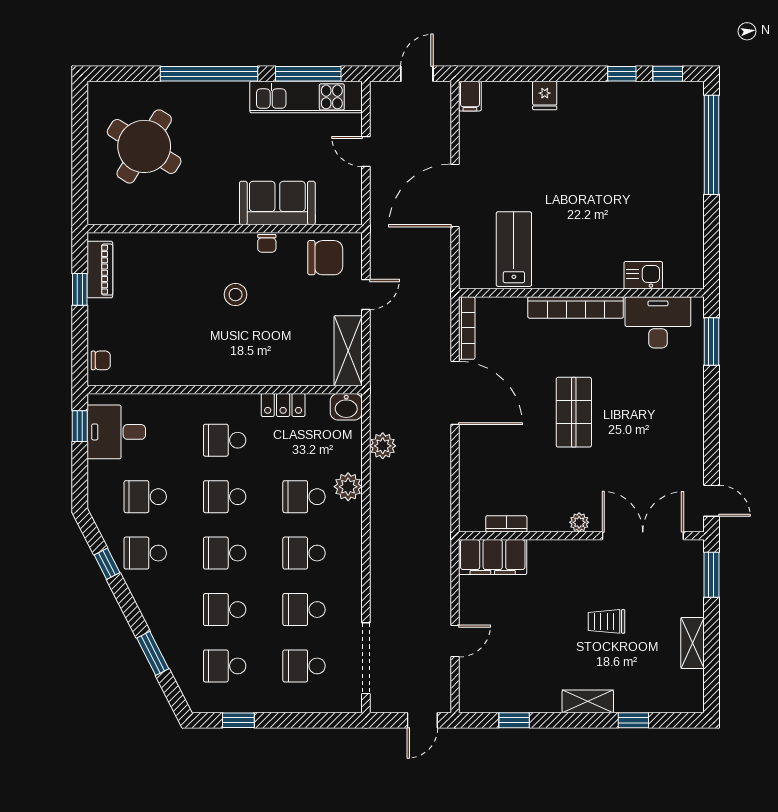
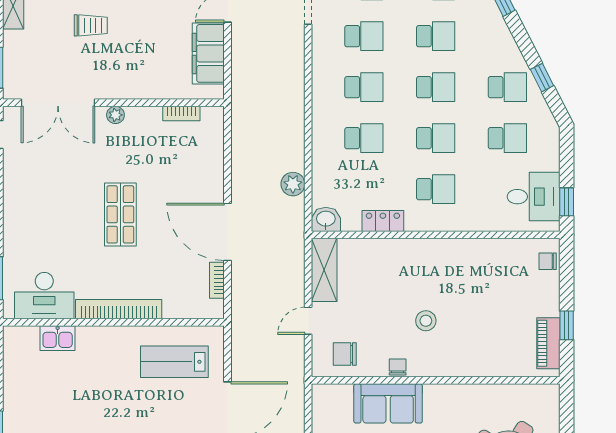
lab bench: (514, 249) -> (174, 362), turned 90
chair: (325, 258) -> (345, 354), width x0.73, depth x0.73
bookcase: (467, 328) -> (217, 280), width x0.64
plant: (348, 487) -> (324, 147), removed
filing cabinet: (493, 557) -> (208, 53), moved, turned -90

